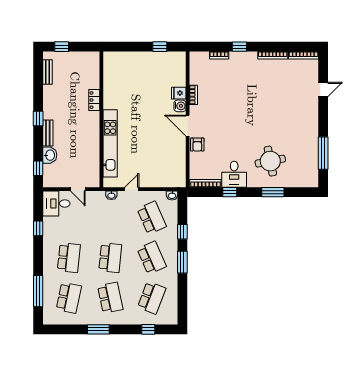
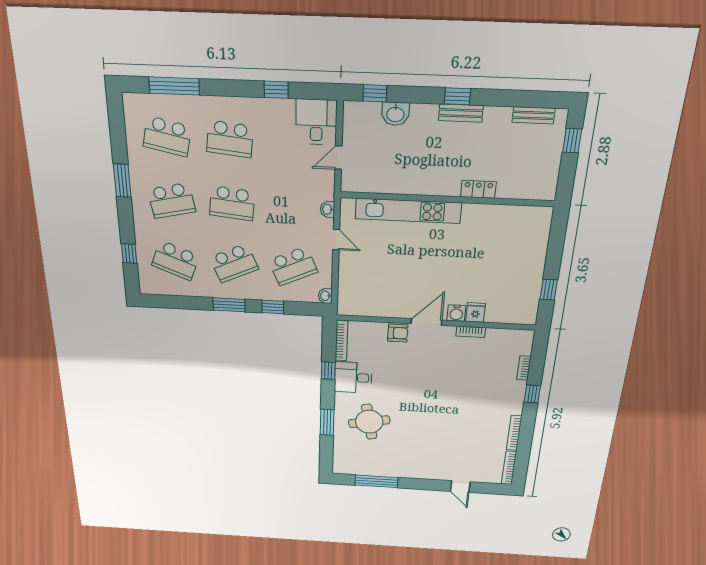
bench: (48, 133) -> (461, 113), moved
armchair: (197, 145) -> (398, 333), turned 180

